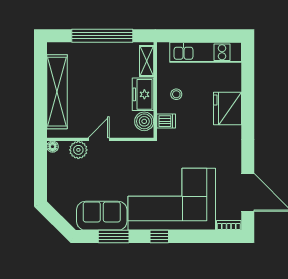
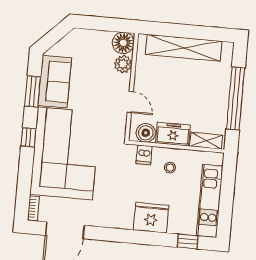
window: (248, 70) -> (188, 242), added
door: (99, 139) -> (130, 102), moved
floor lamp: (53, 147) -> (123, 43), width x1.89, depth x1.89

